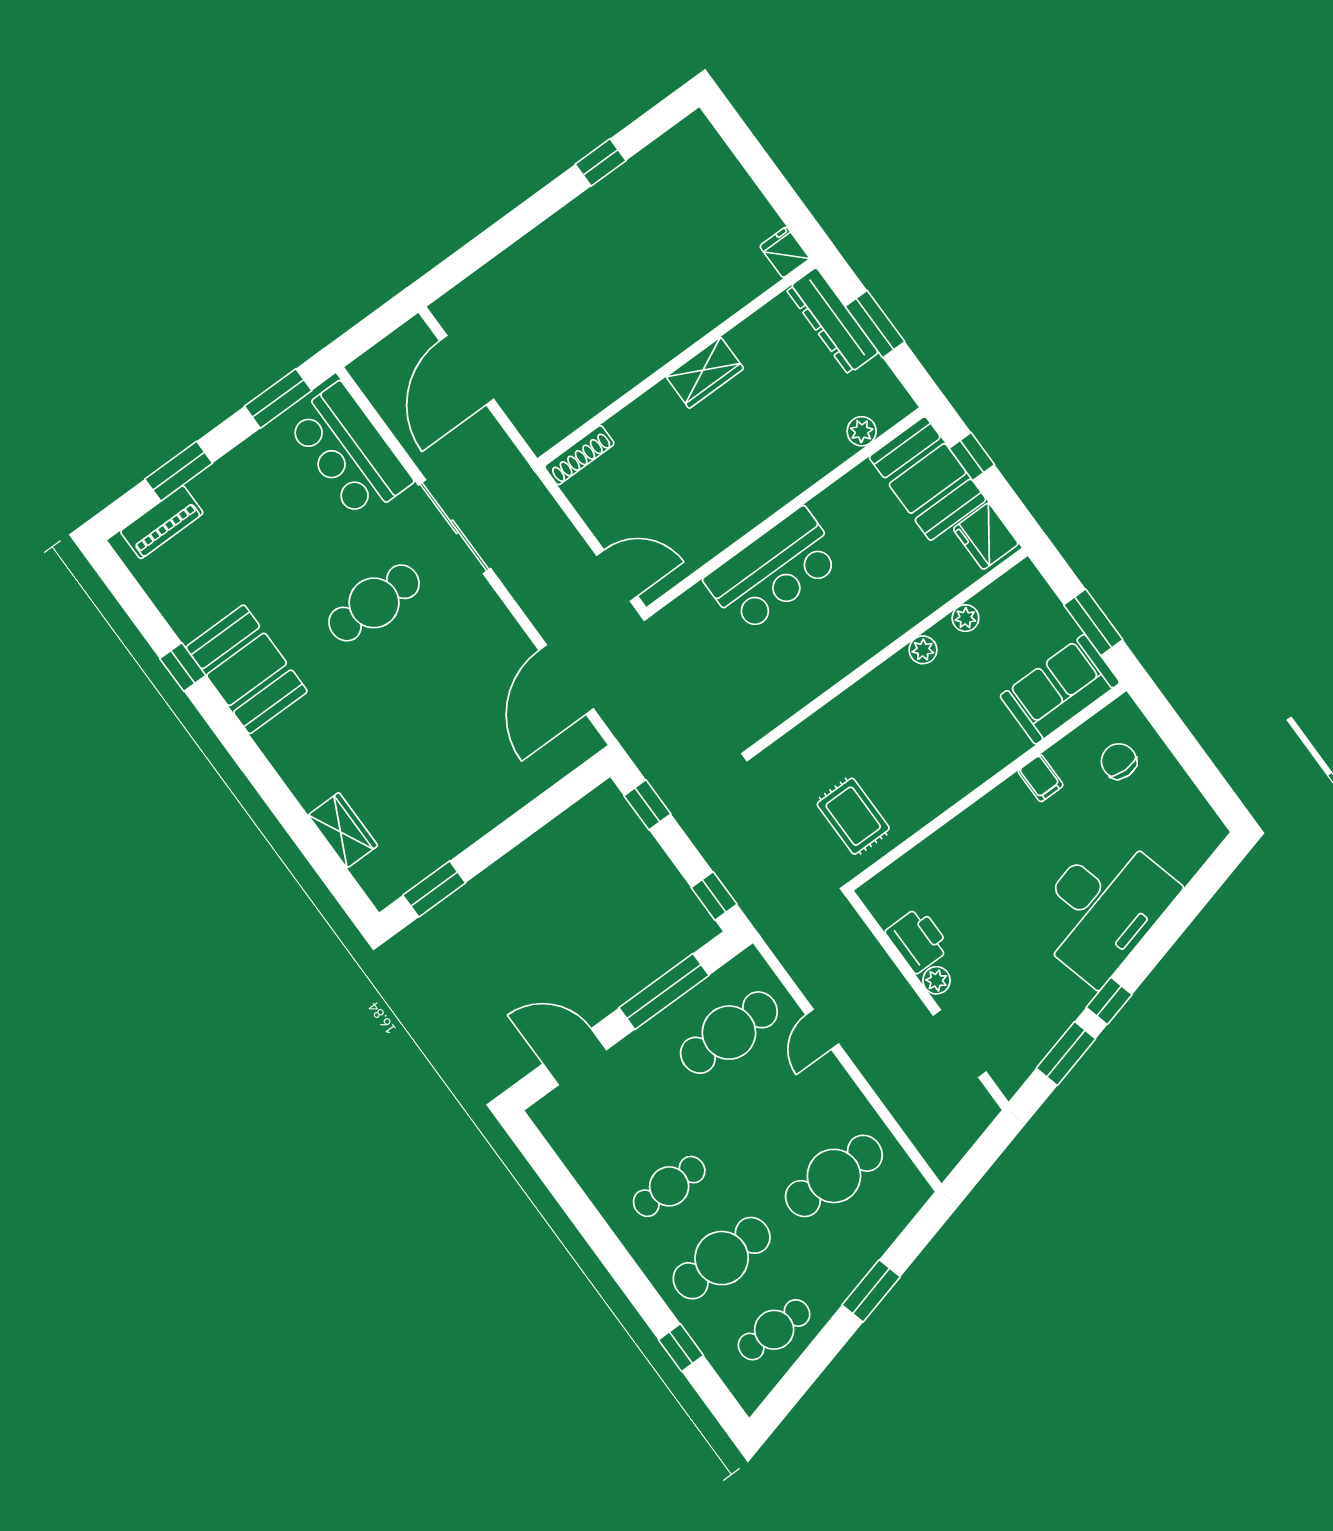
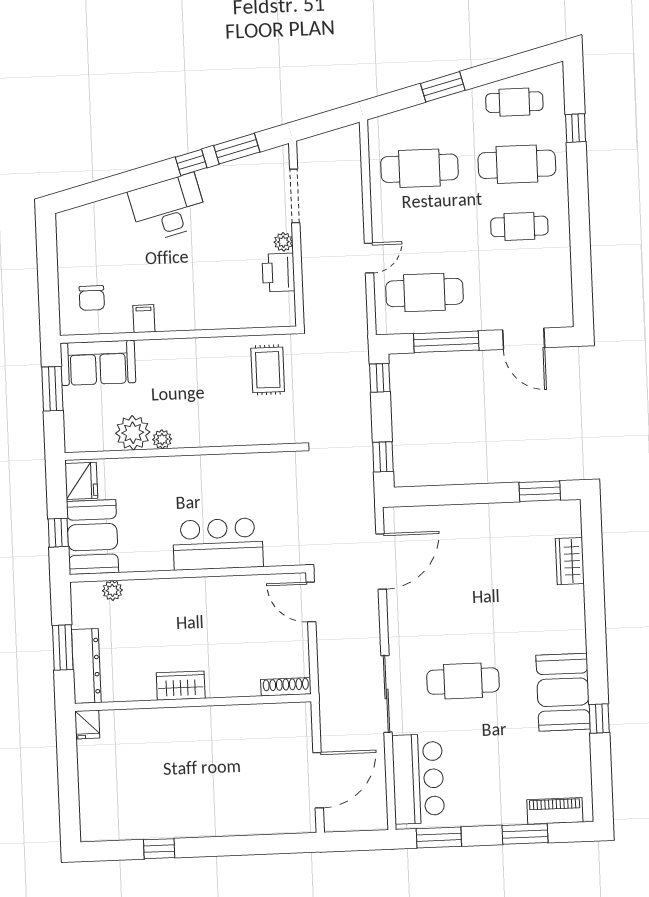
plant: (965, 618) -> (133, 433), width x1.87, depth x1.87
desk: (1102, 907) -> (168, 208), width x0.73, depth x0.77

